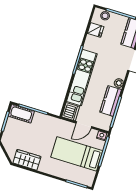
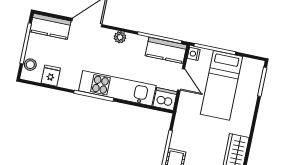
kitchen counter: (111, 101) -> (166, 50), moved

